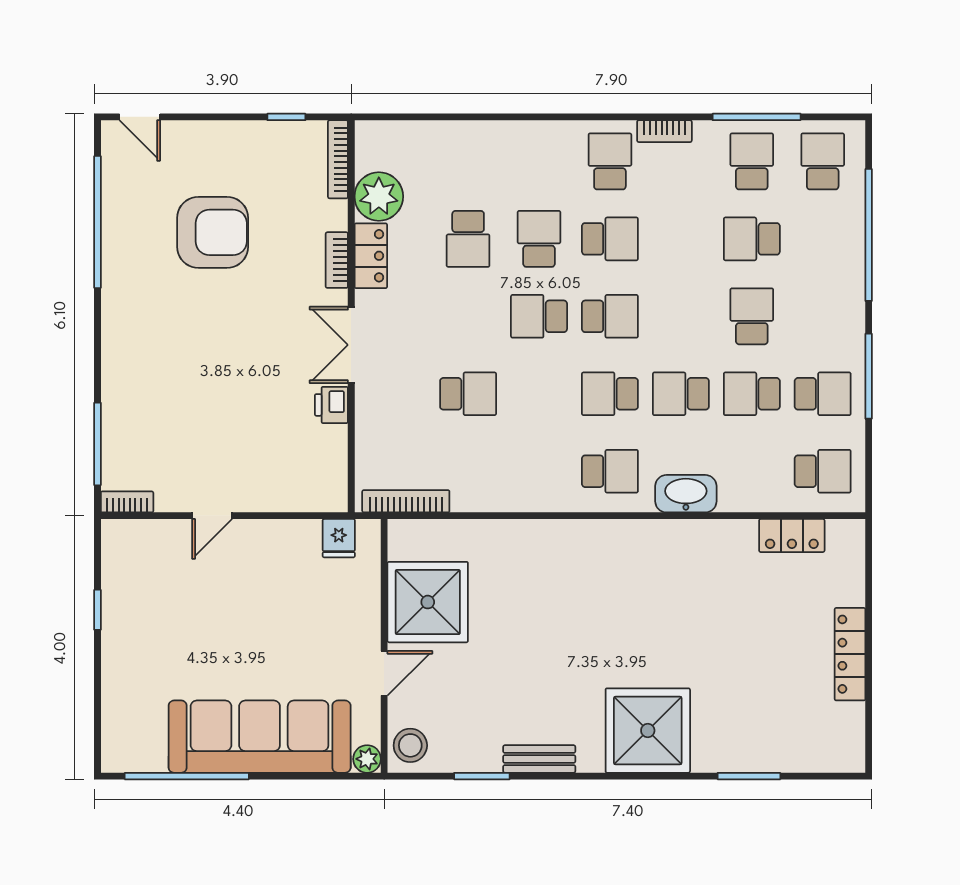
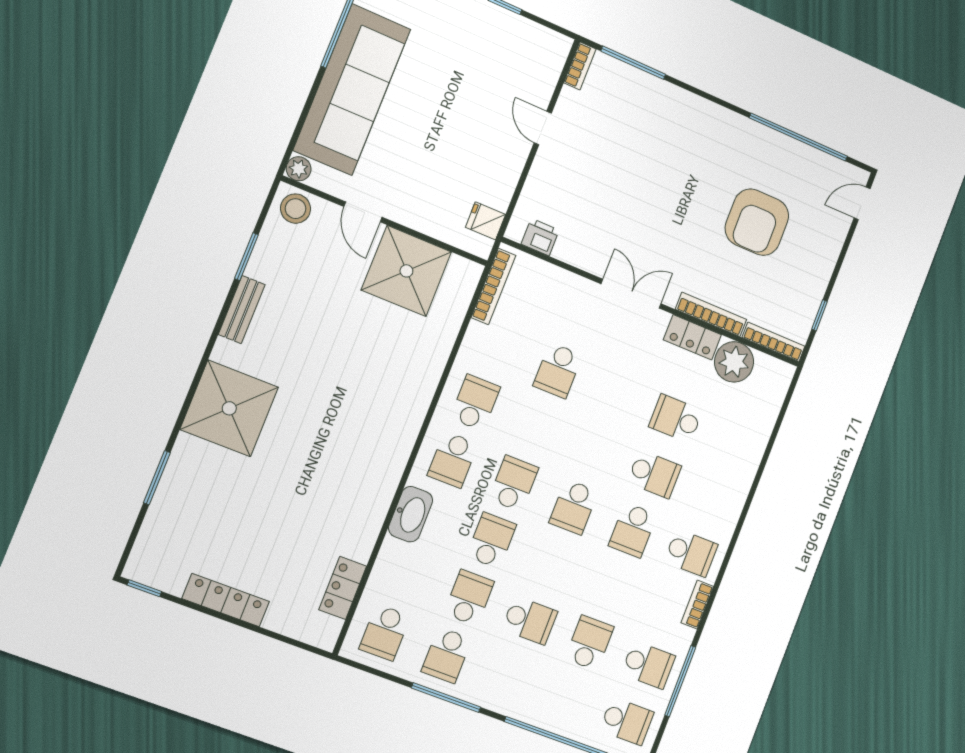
bookcase: (337, 260) -> (711, 314), width x1.56
school desk: (539, 316) -> (475, 403), moved
printer: (331, 405) -> (540, 237), moved
window: (869, 743) -> (144, 588), added

